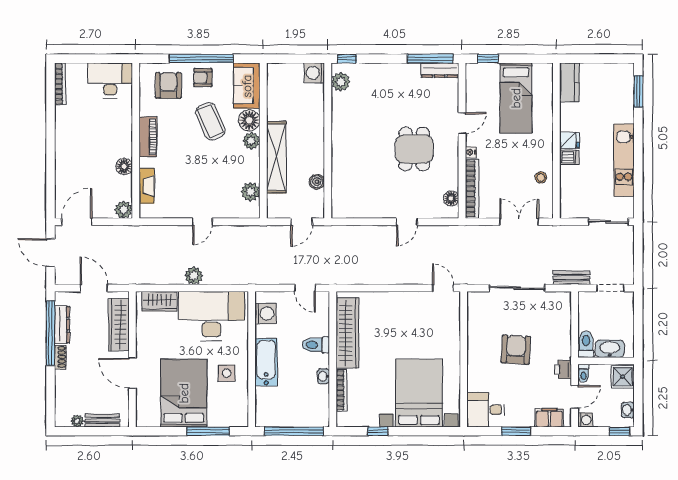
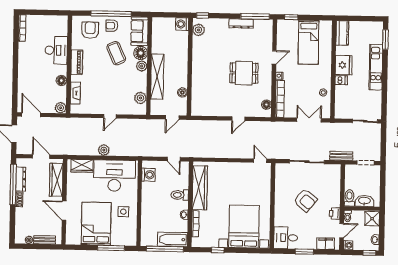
dresser: (440, 70) -> (241, 23), moved
desk: (110, 80) -> (56, 50), moved, turned 90
fridge: (569, 141) -> (344, 65), width x1.88, depth x1.34
dining table: (414, 149) -> (244, 73), turned 90
kitchen unit: (624, 160) -> (376, 67), moved
door: (77, 222) -> (31, 115), hinge flipped
armchair: (516, 350) -> (305, 200), turned 126
bathtub: (266, 362) -> (172, 239), moved, turned -90

